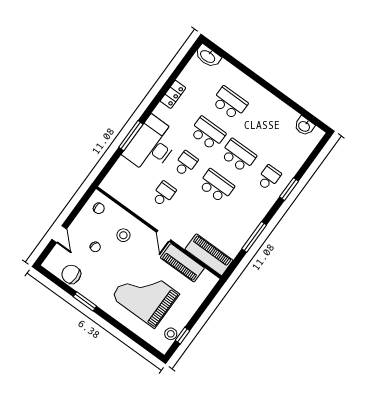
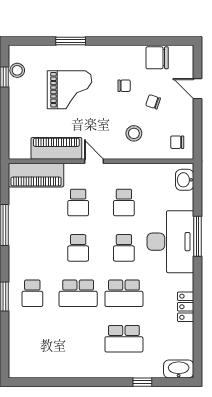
window: (238, 65) -> (142, 382), added
washbasin: (304, 126) -> (185, 180), moved, turned -90
school desk: (216, 186) -> (78, 248), width x0.54
school desk: (194, 216) -> (78, 202), added
chair: (107, 272) -> (124, 86), added
chair: (71, 274) -> (157, 58), turned 180
grand piano: (145, 296) -> (69, 90), width x0.73, depth x0.68
window: (85, 301) -> (71, 41), moved

